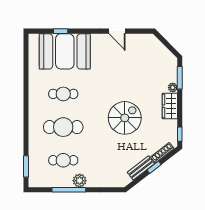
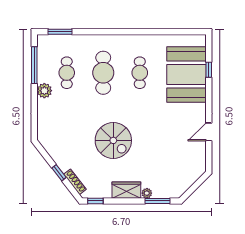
bench: (141, 168) -> (58, 158), removed
window: (69, 190) -> (34, 65), moved

